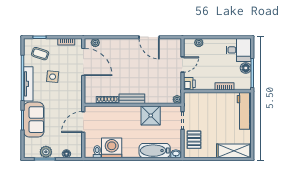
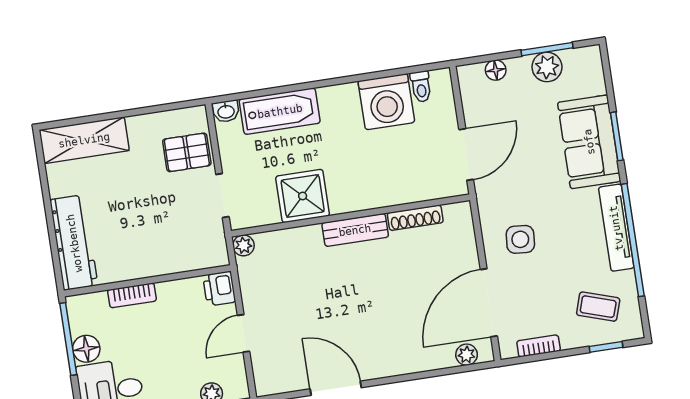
door: (83, 62) -> (489, 303), hinge flipped
side table: (53, 77) -> (520, 239), moved
pallet: (194, 140) -> (187, 152), turned 90

